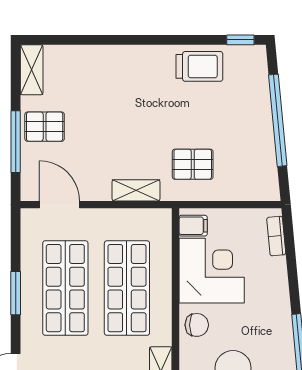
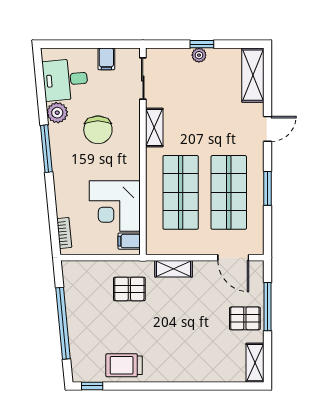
chair: (197, 325) -> (126, 164), removed

